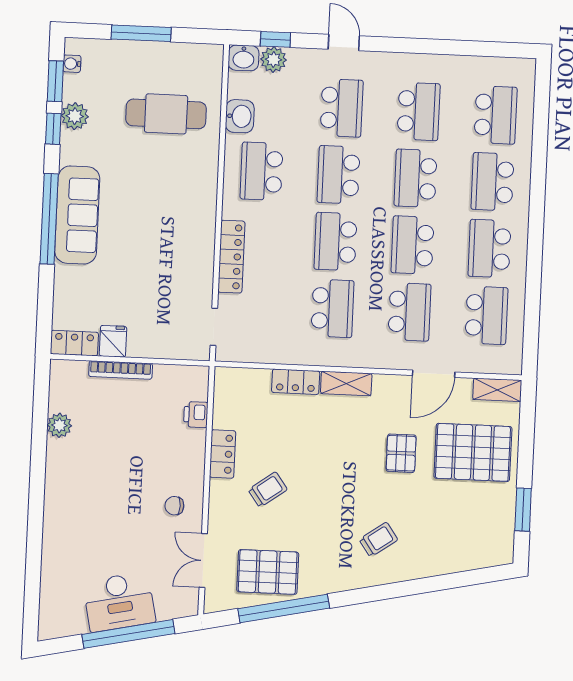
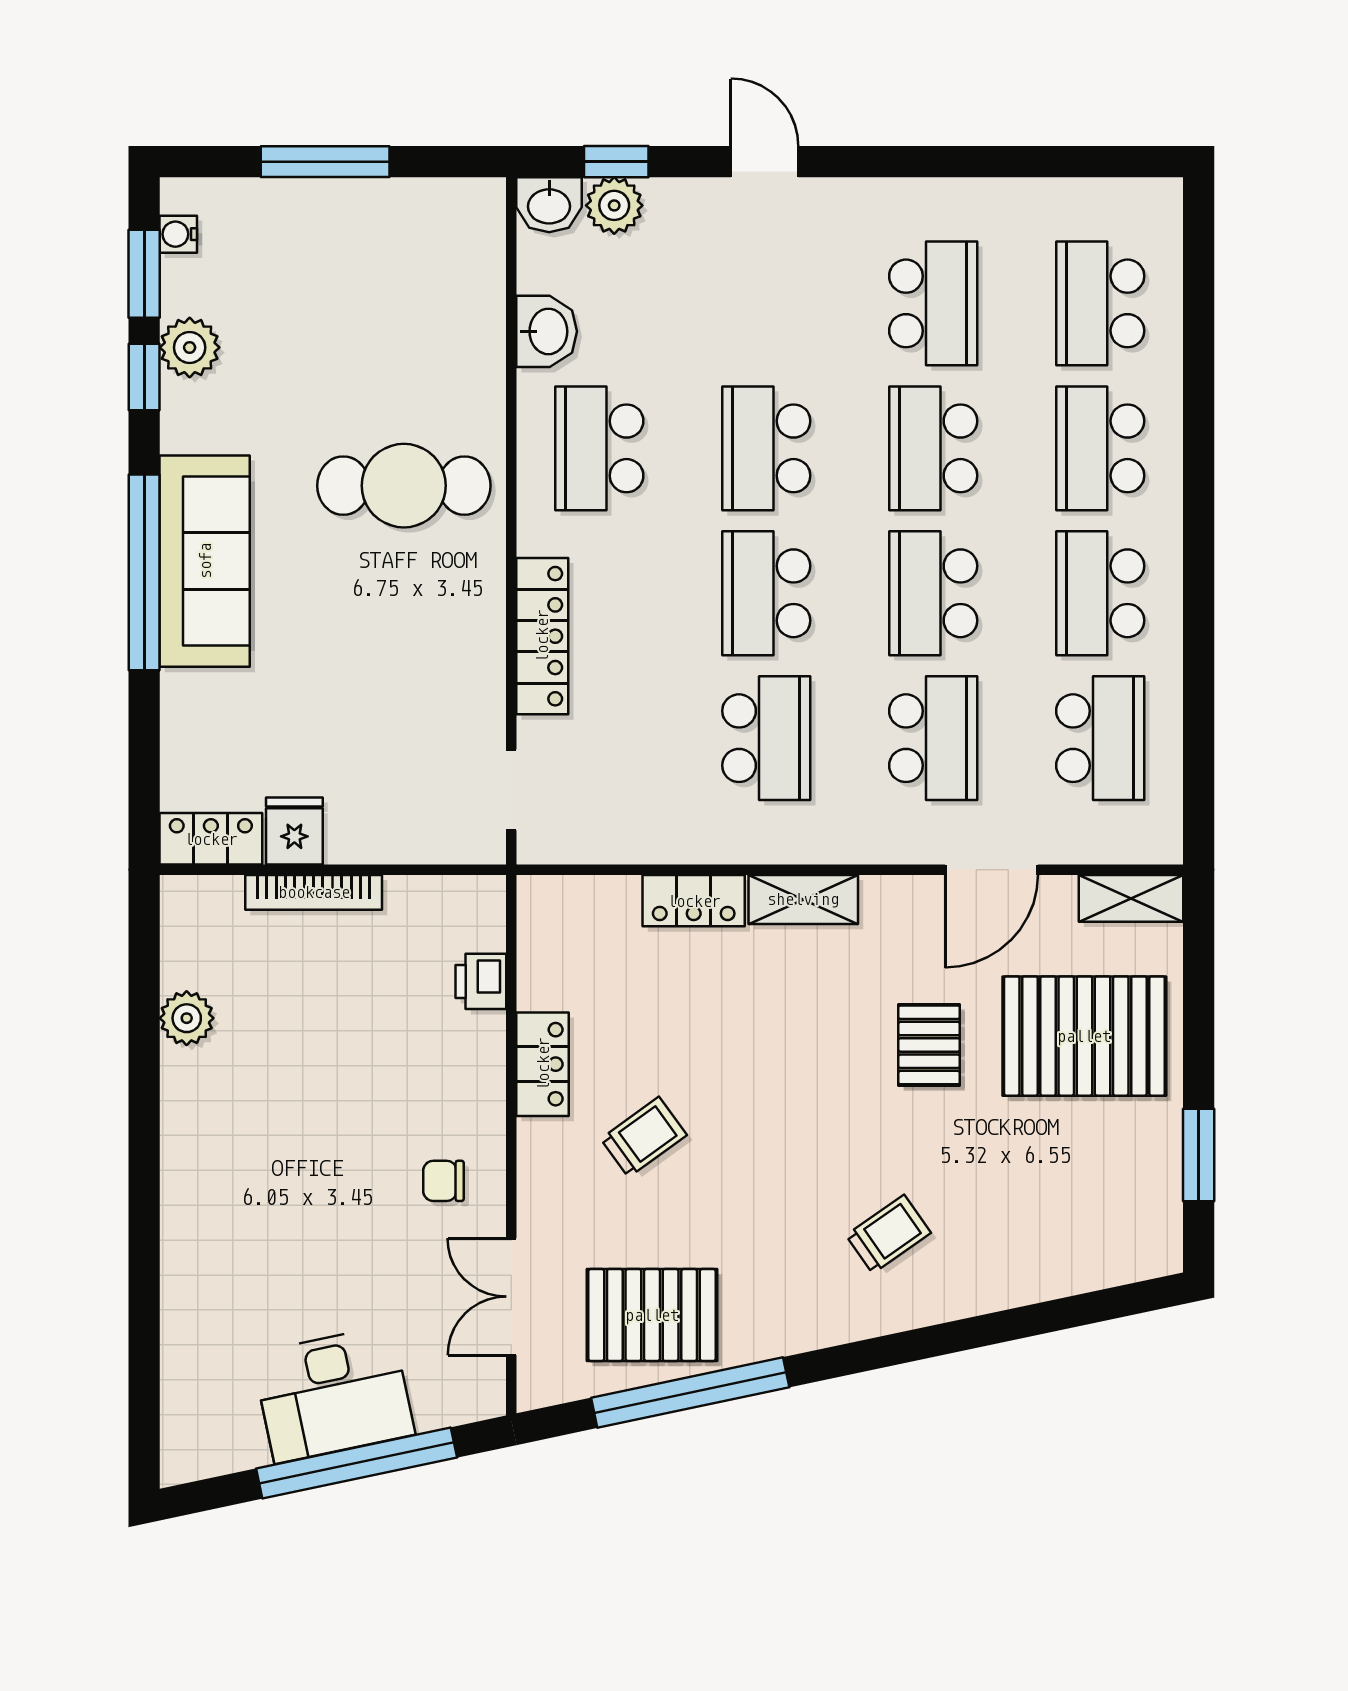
school desk: (342, 108) -> (766, 303), removed
cafe table: (166, 114) -> (404, 486), moved
school desk: (496, 115) -> (1100, 303), turned 180

